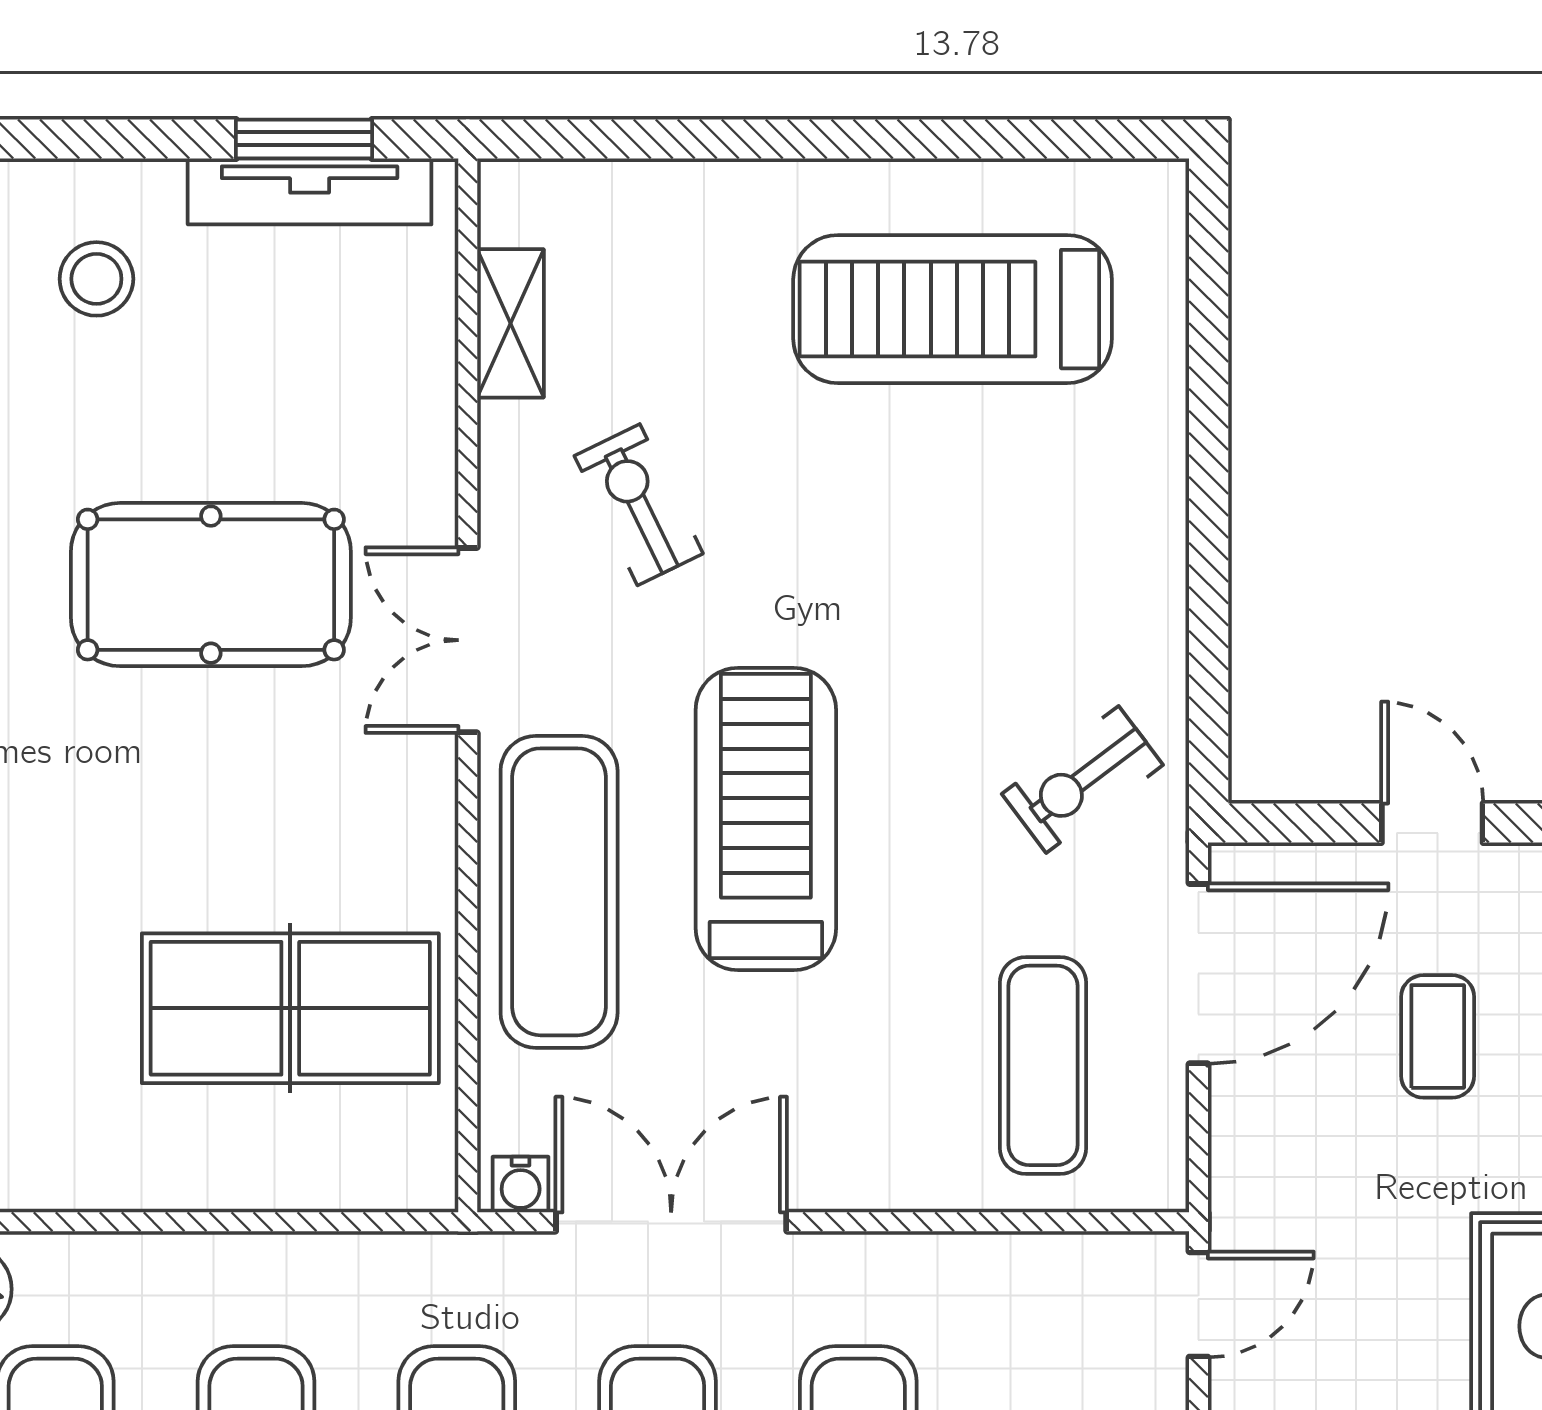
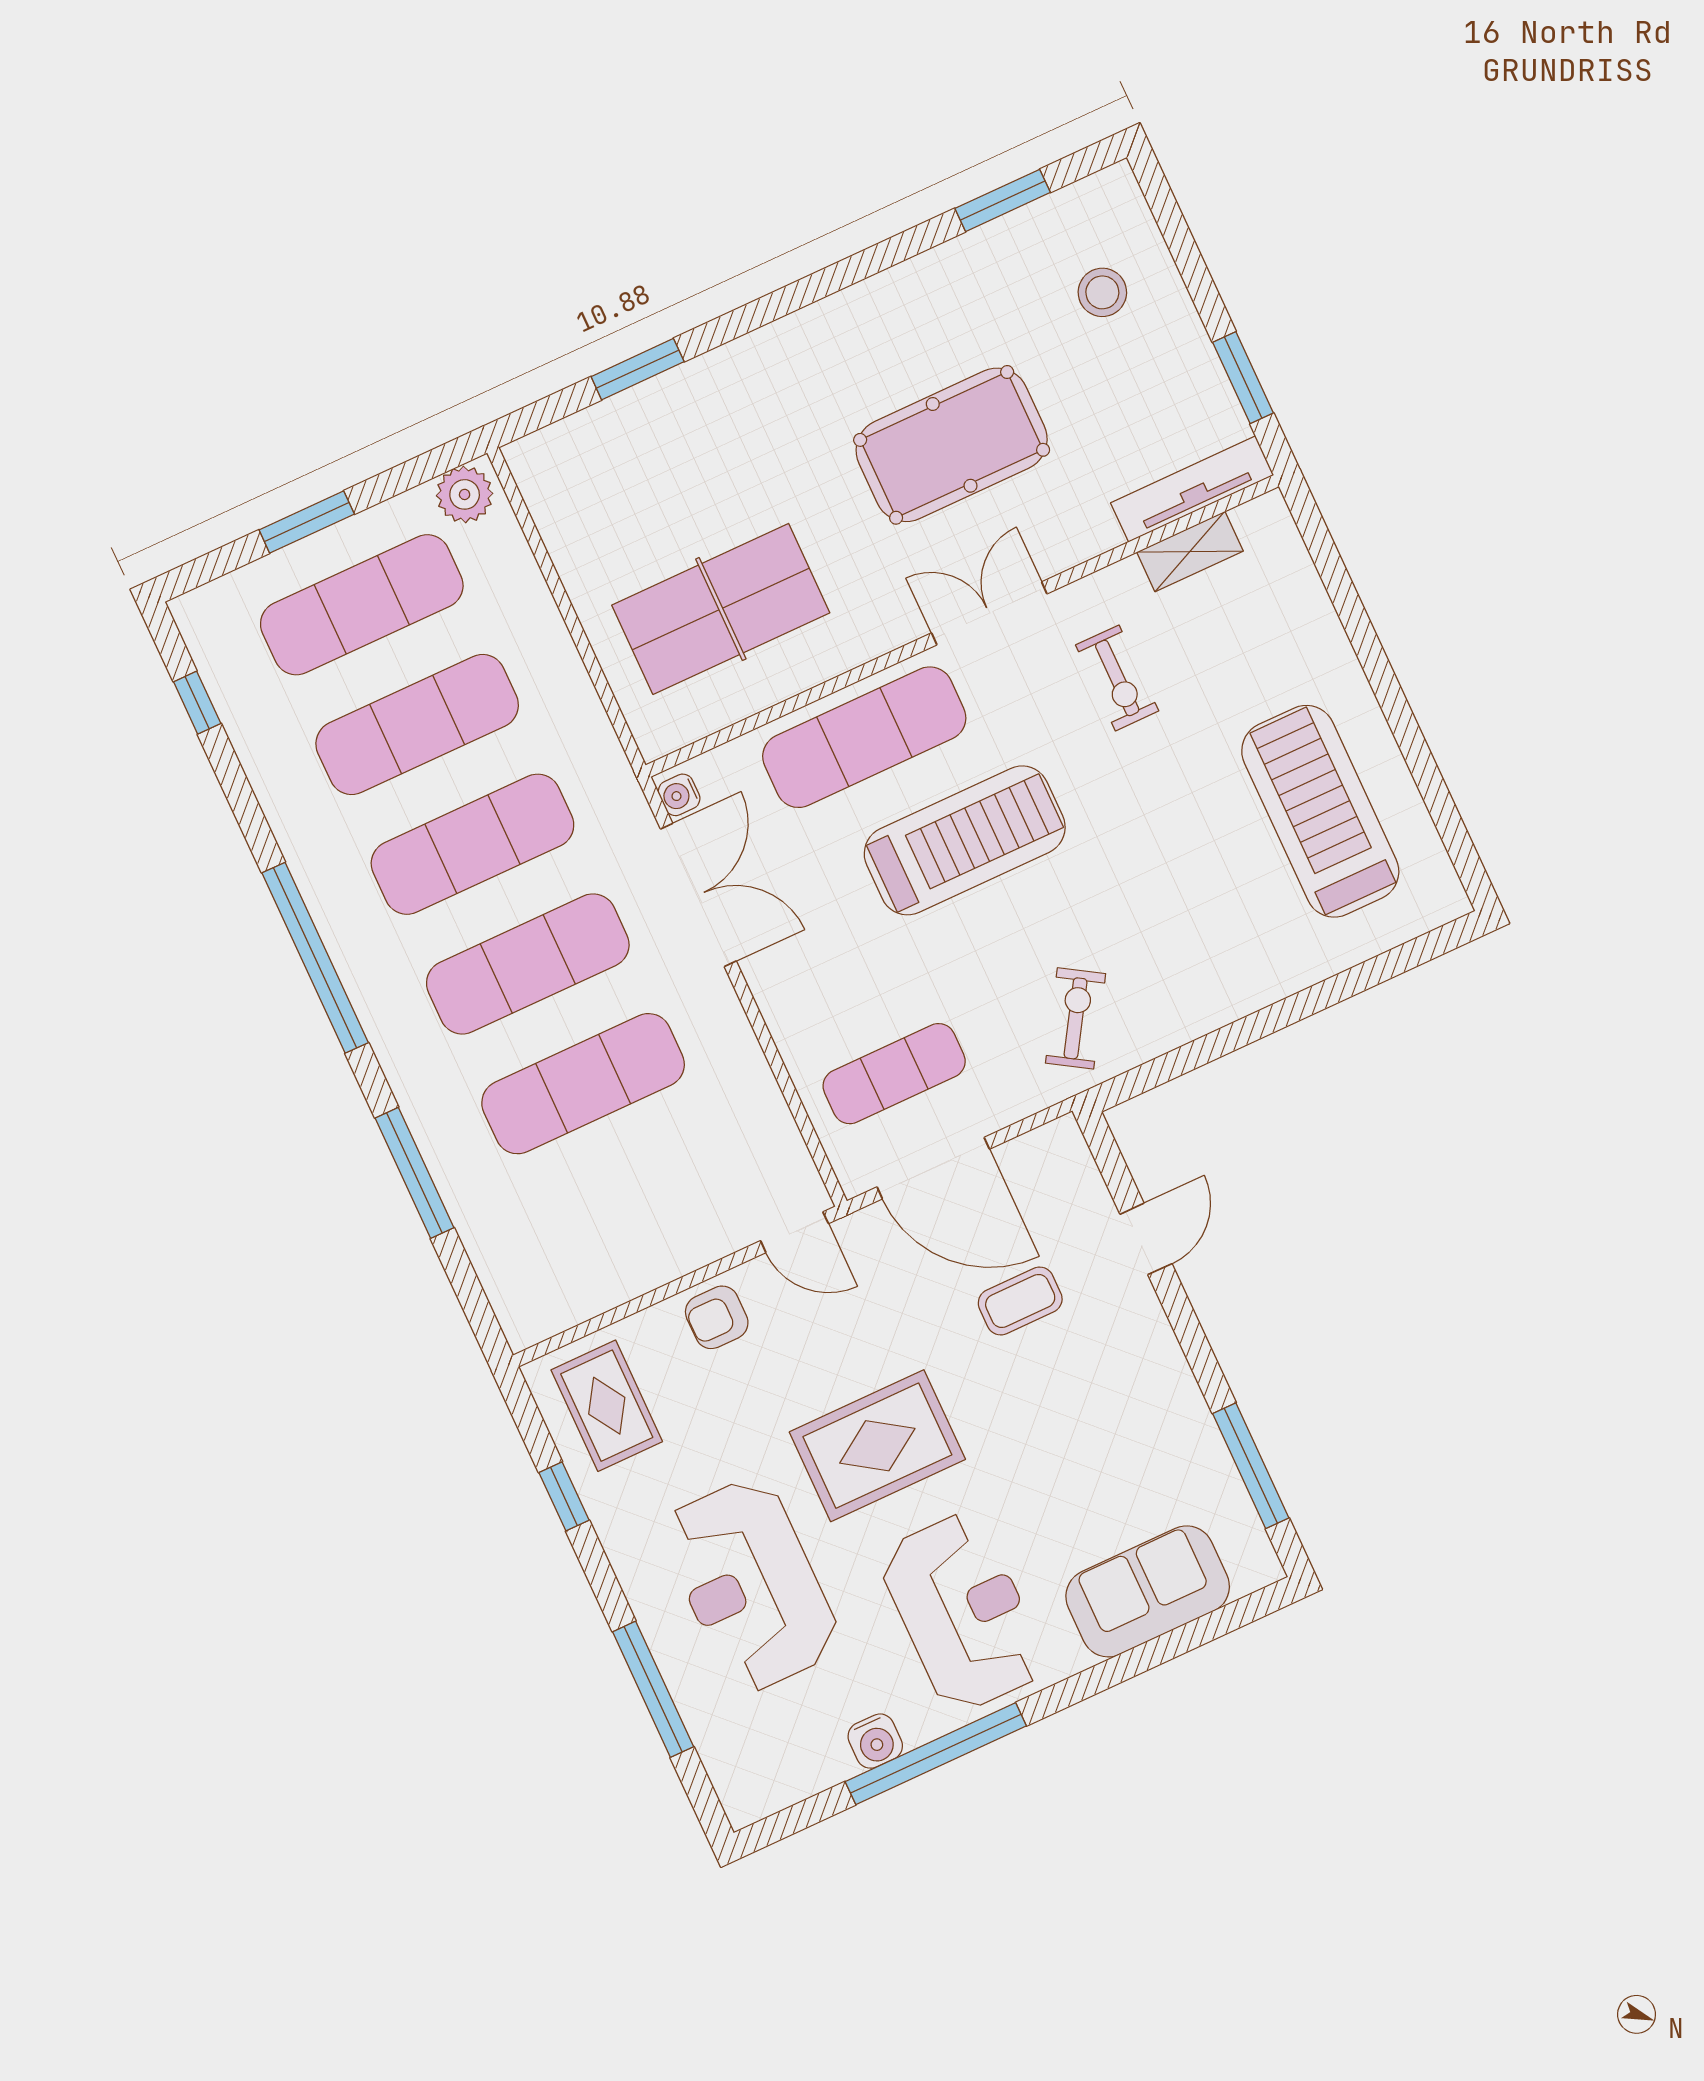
tv unit: (310, 191) -> (1192, 489), moved, turned 90
exercise bike: (639, 505) -> (1117, 678), turned 116
pool table: (211, 585) -> (952, 445), turned 90
exercise bike: (1082, 779) -> (1076, 1018), turned 69
door: (1198, 974) -> (933, 1168), moved
table tennis table: (290, 1008) -> (721, 609), turned 90

